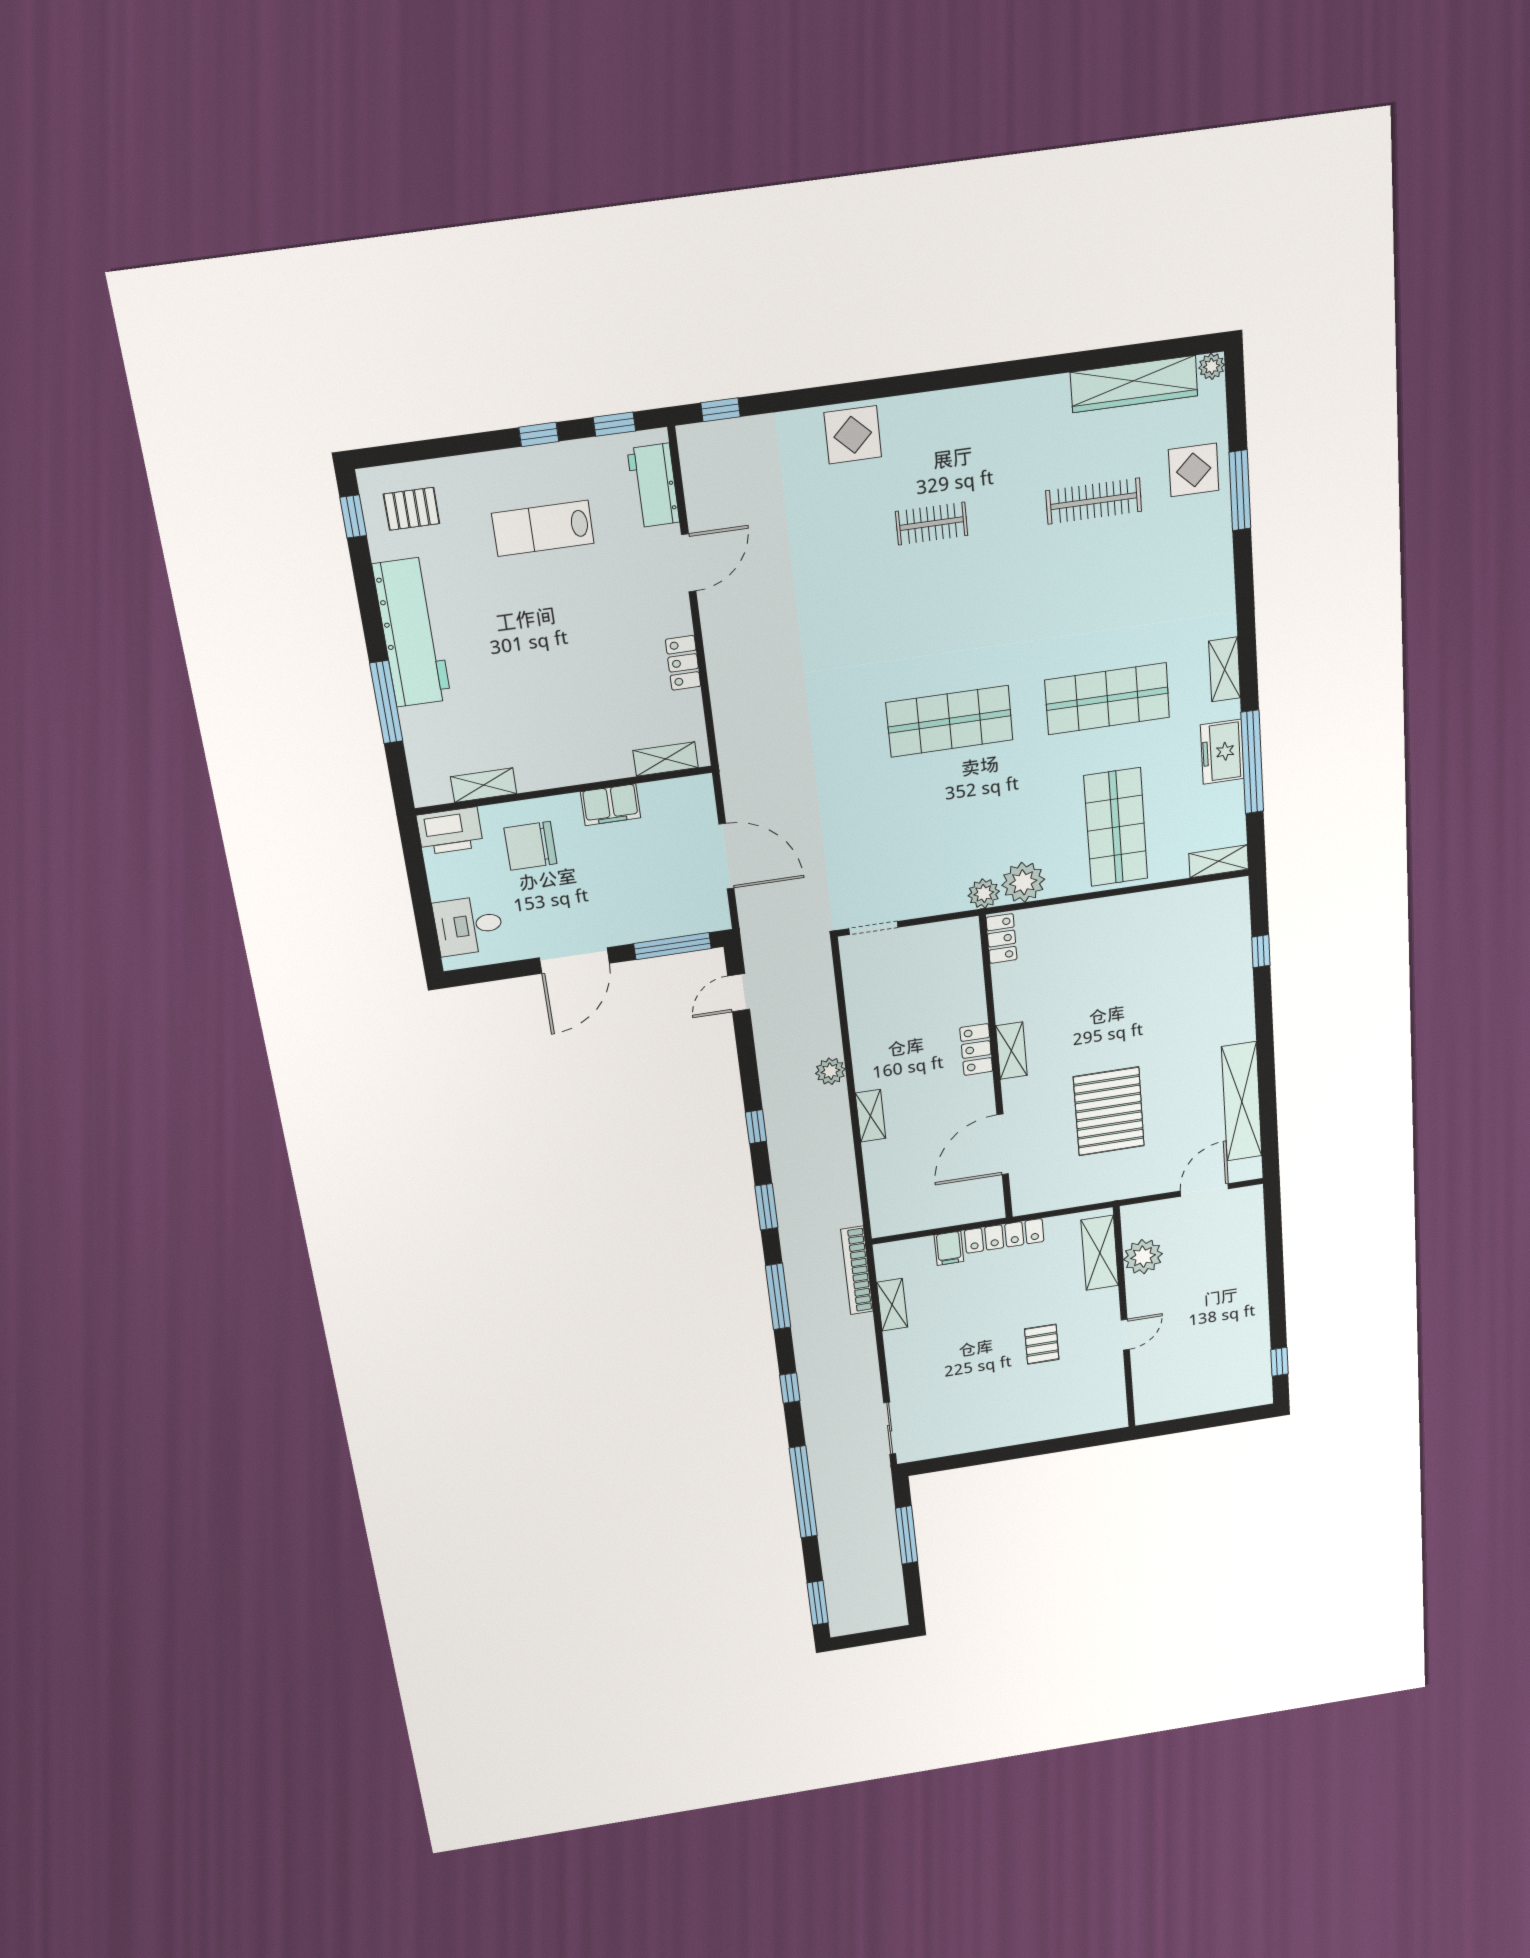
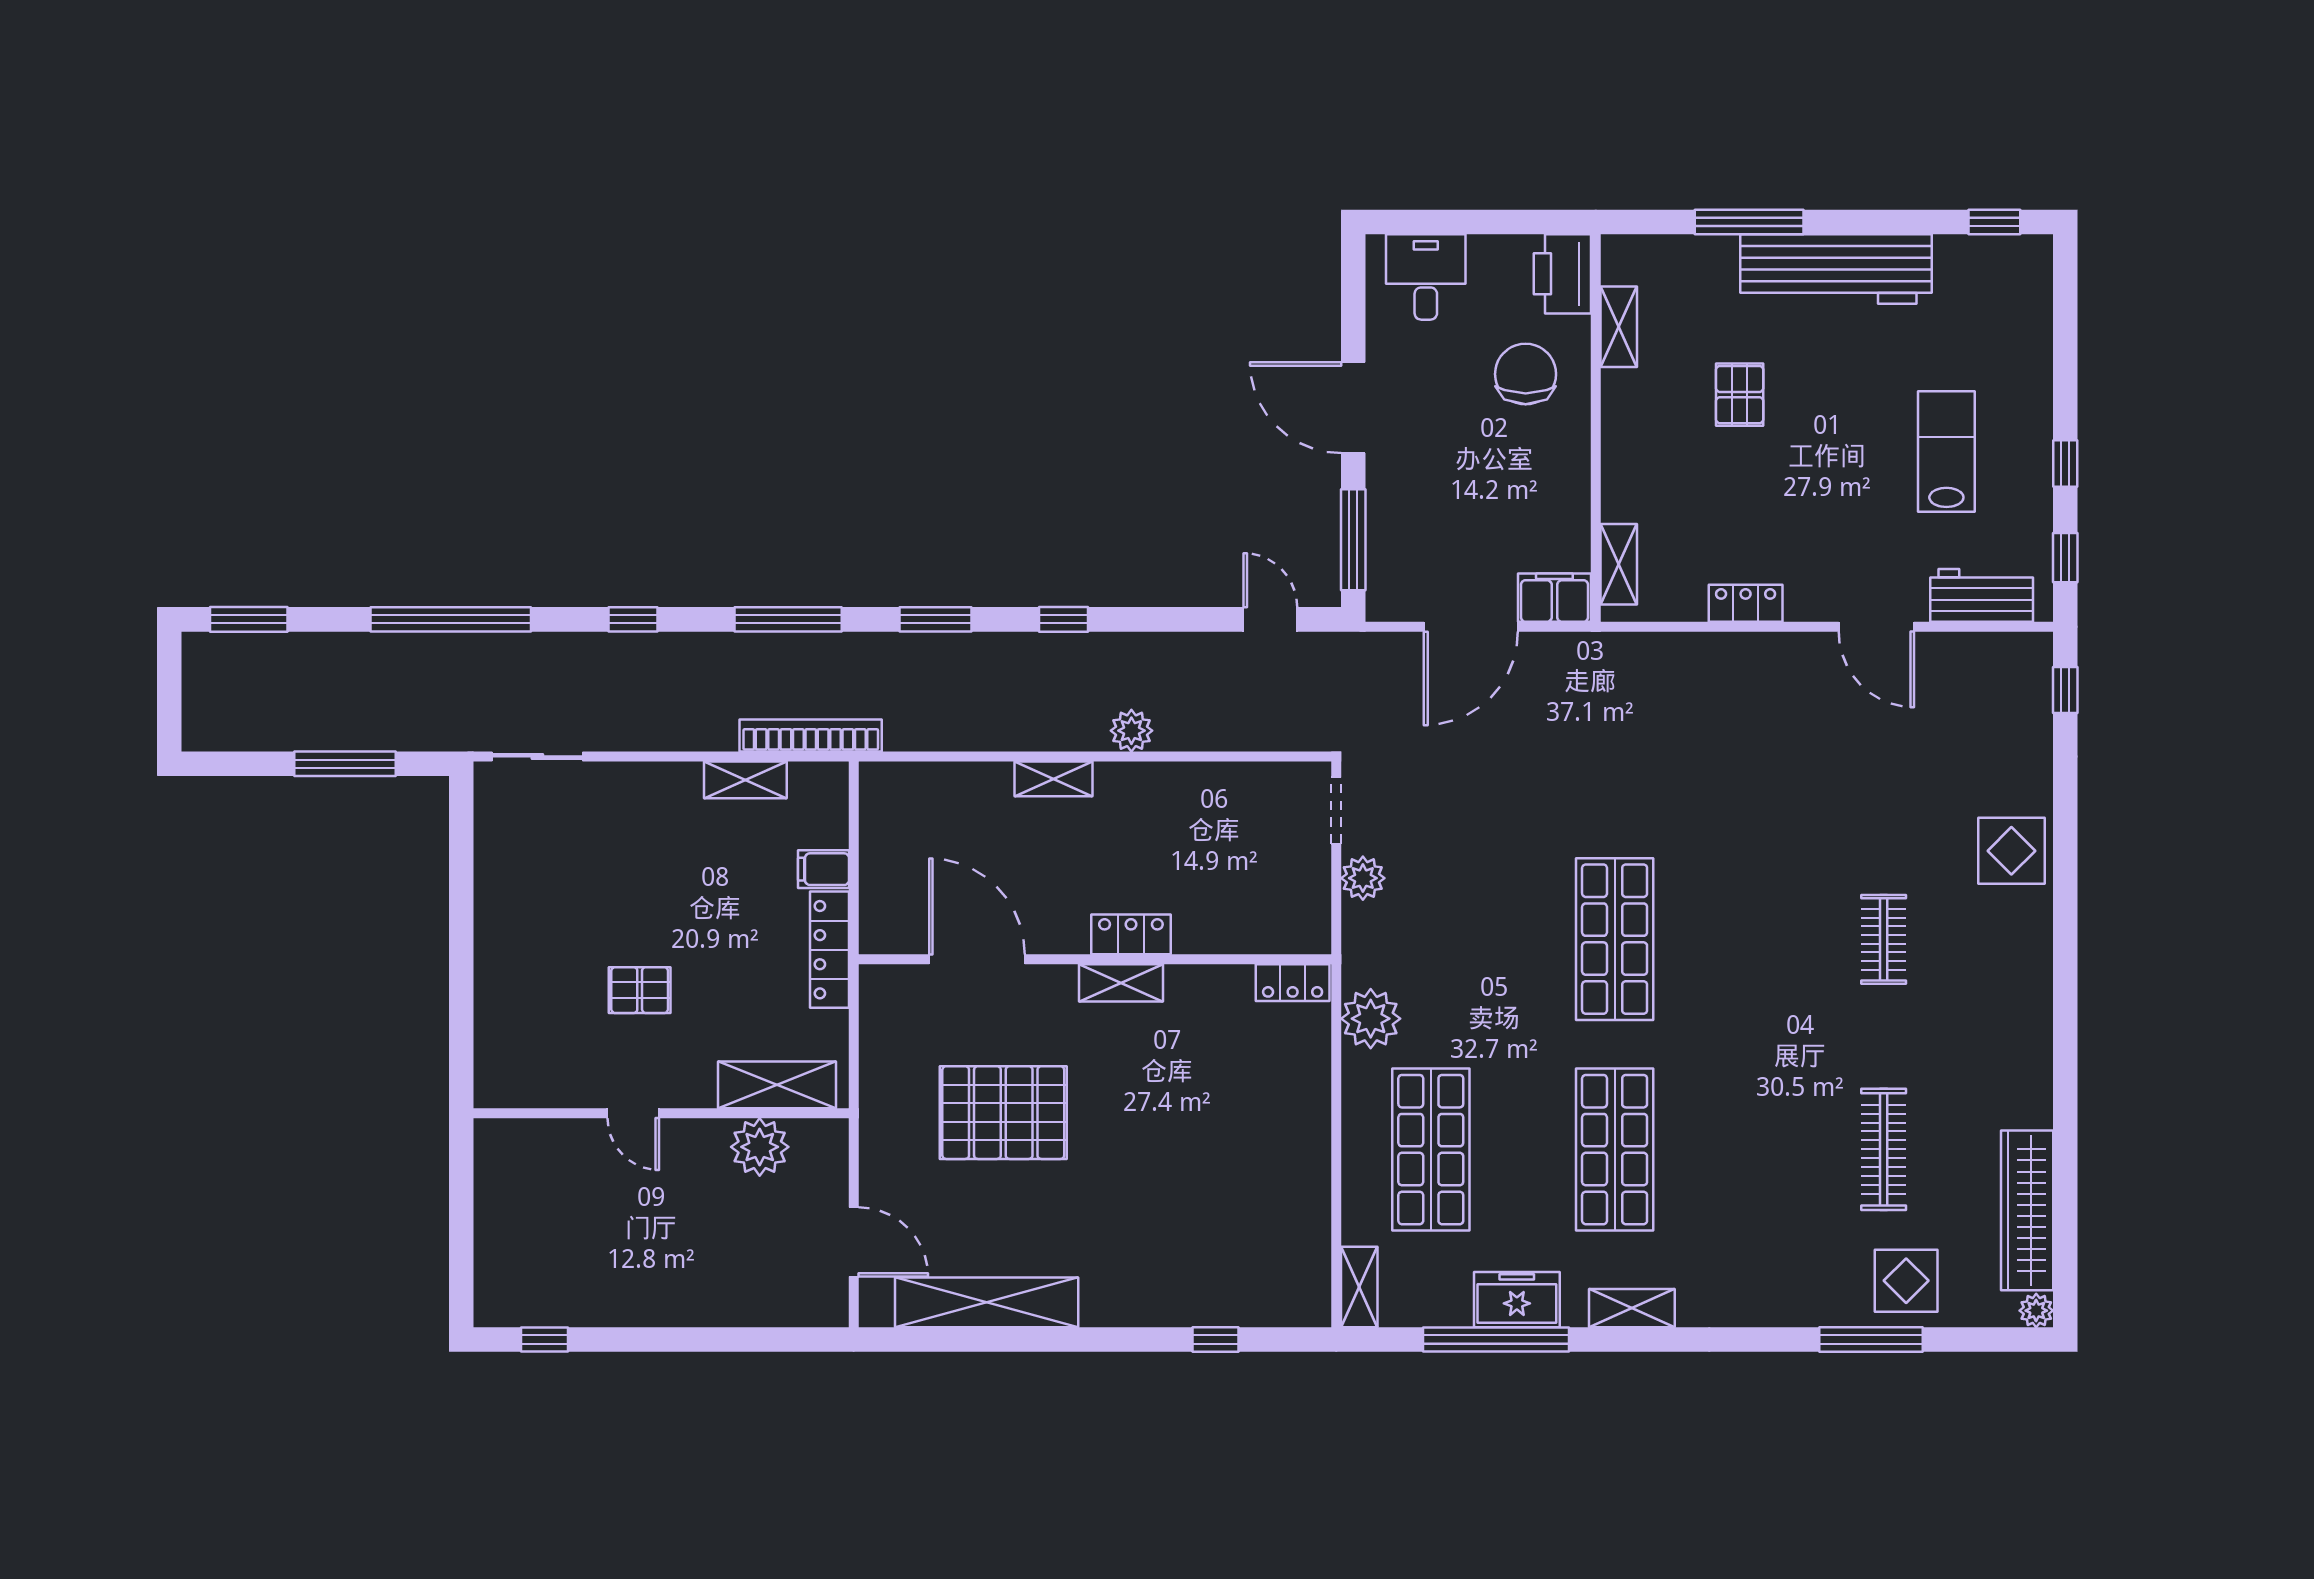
pallet: (412, 509) -> (1740, 395), moved
filing cabinet: (611, 805) -> (1554, 598), moved, turned 90
shop shelf: (1116, 827) -> (1431, 1150), turned 90
plant: (984, 893) -> (1363, 878), moved

